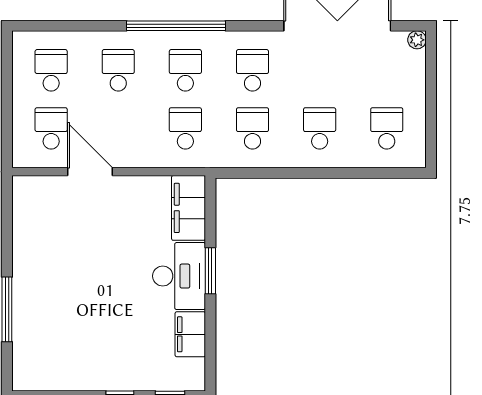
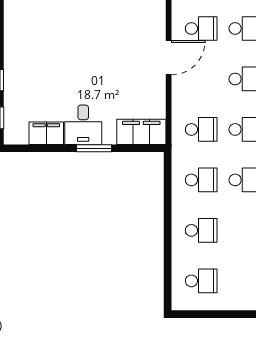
desk: (179, 276) -> (83, 125), width x0.73

